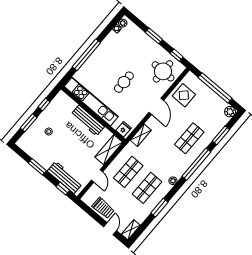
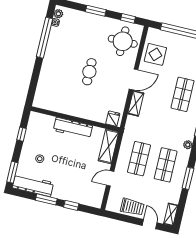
window: (86, 55) -> (44, 38), moved
kitchen unit: (91, 102) -> (67, 107), removed
door: (156, 106) -> (134, 79), hinge flipped
window: (29, 123) -> (12, 172), moved
shelving: (141, 135) -> (136, 103), moved
door: (97, 176) -> (110, 178), swing flipped
workbench: (65, 177) -> (33, 185), moved
window: (63, 188) -> (71, 205), moved

